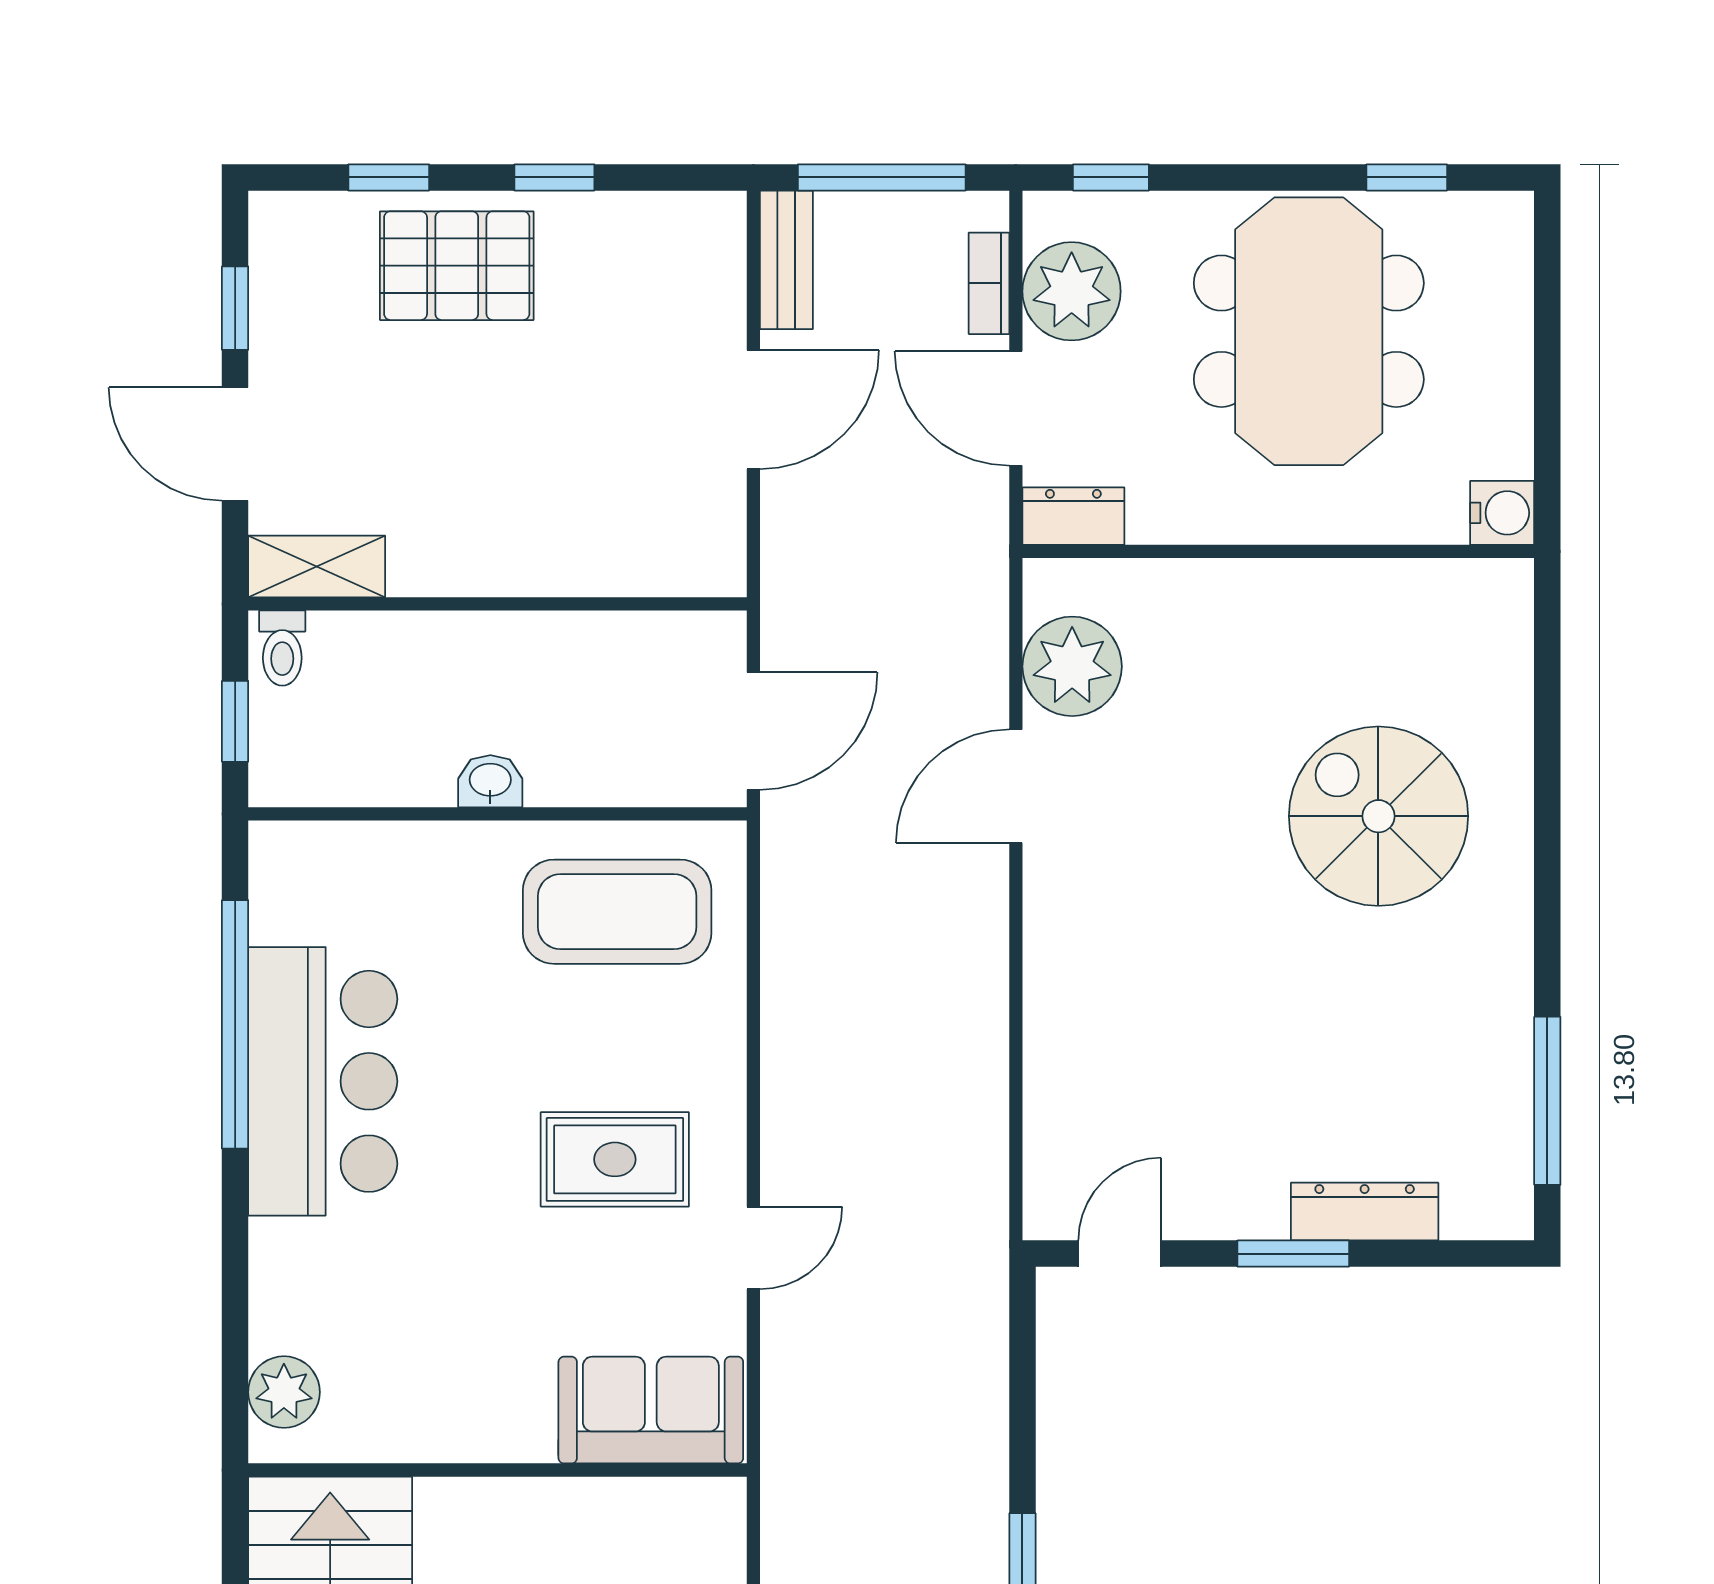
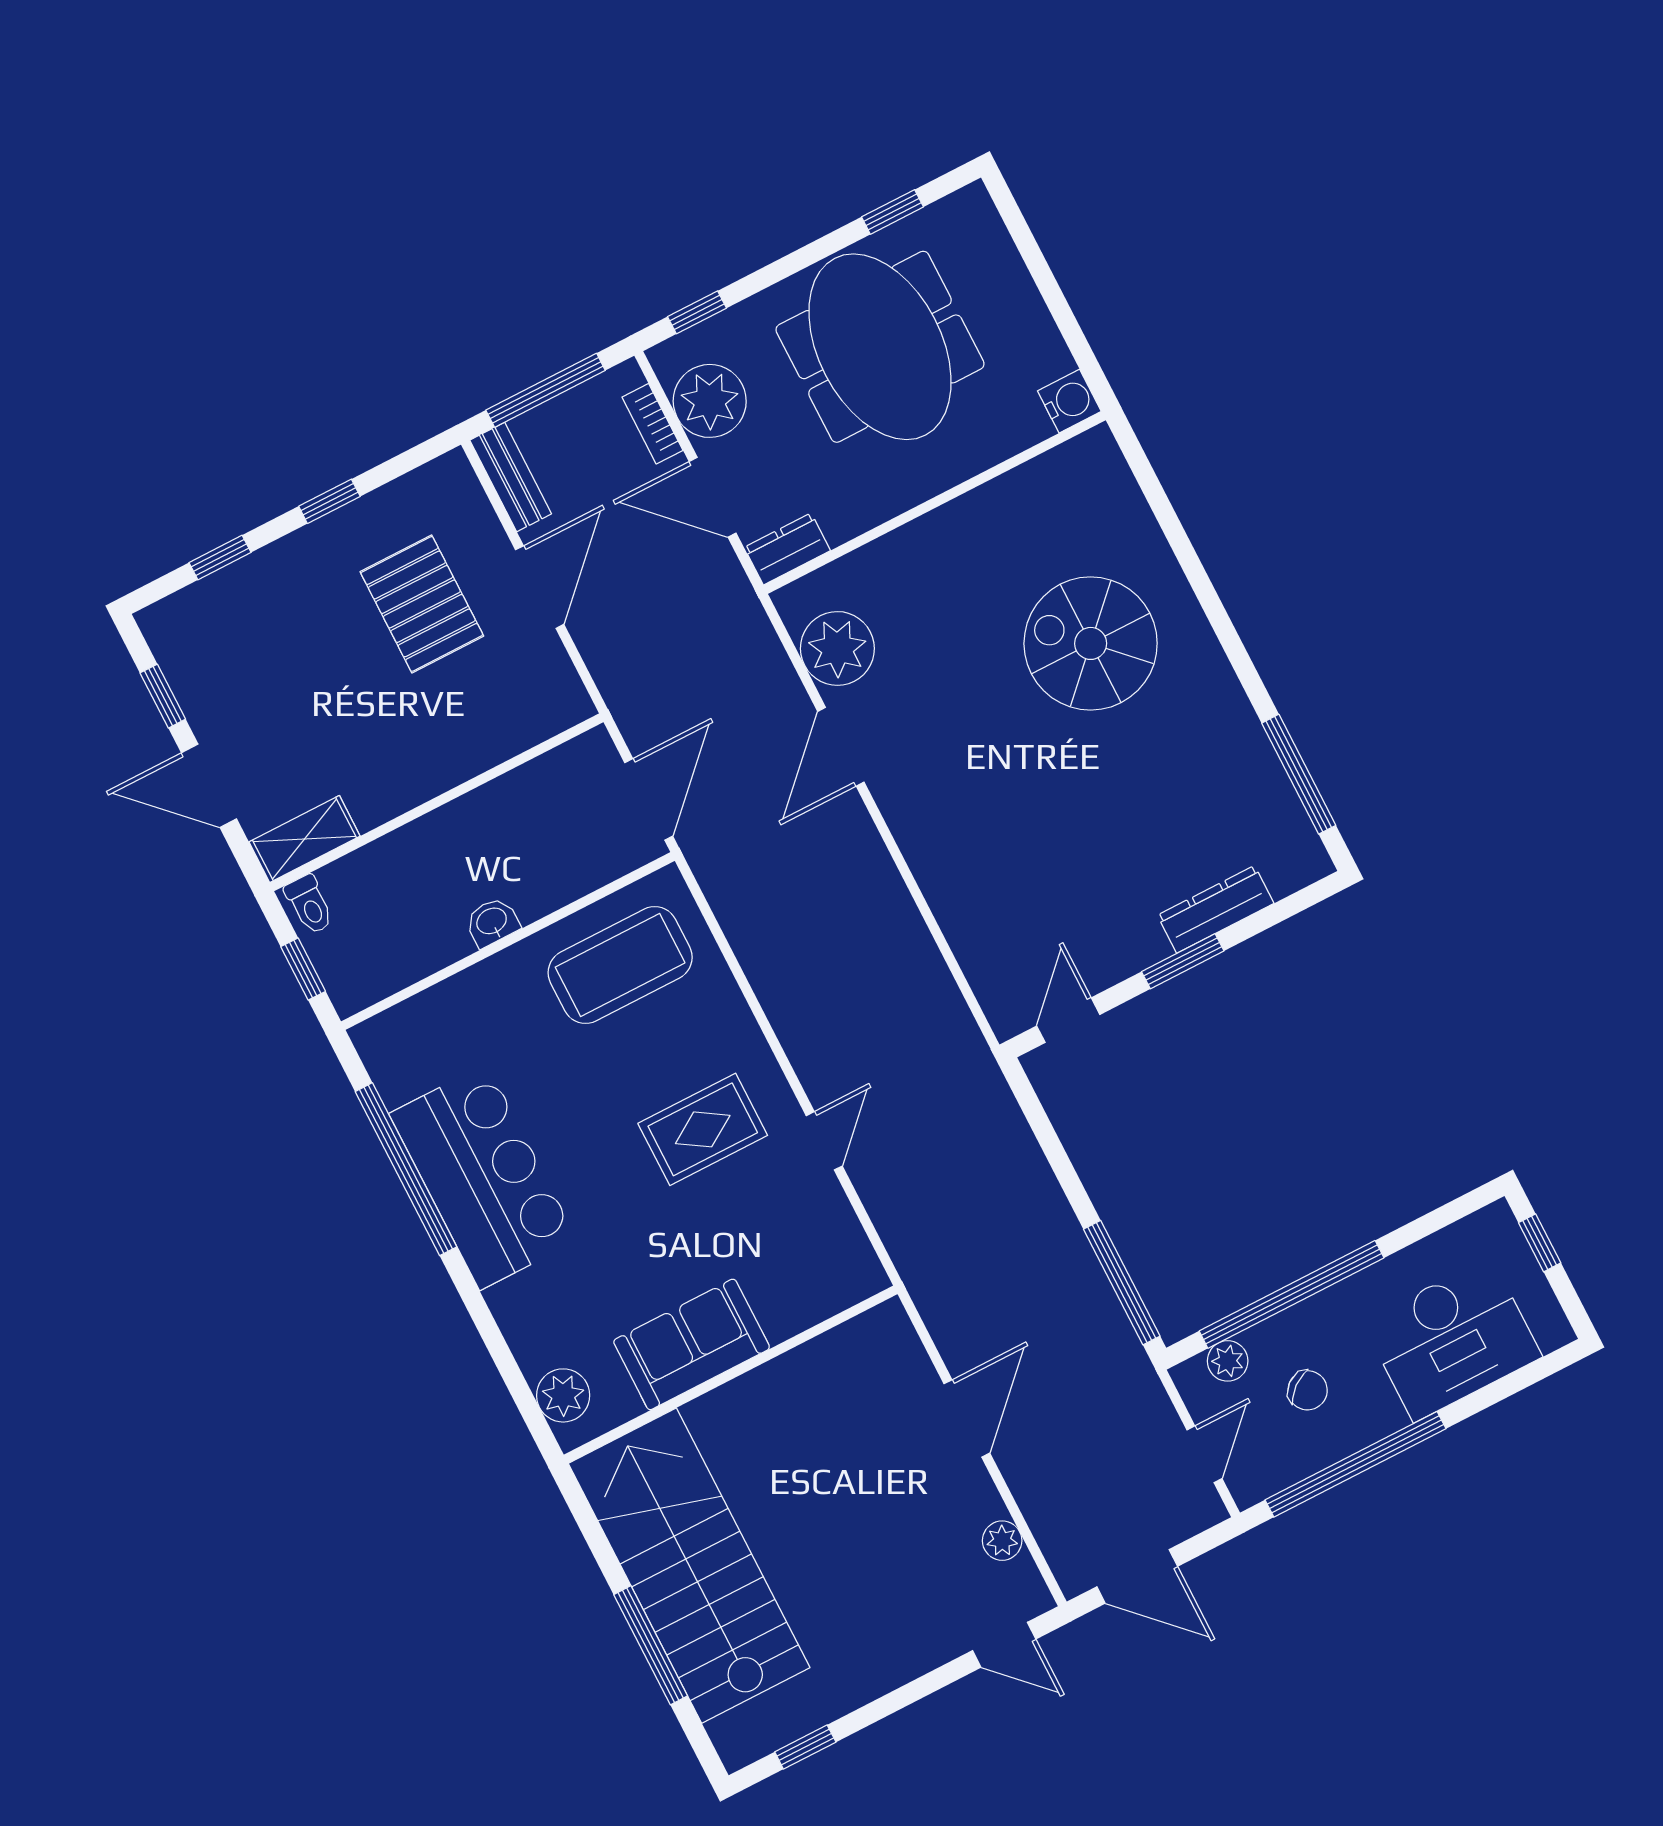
pallet: (457, 266) -> (422, 604), moved, turned 90
sofa: (651, 1410) -> (692, 1344), moved

